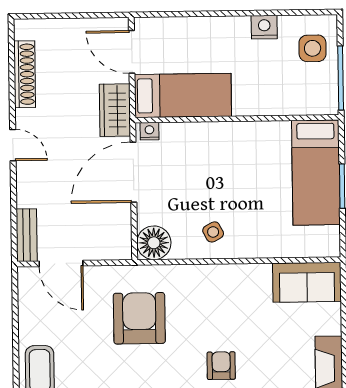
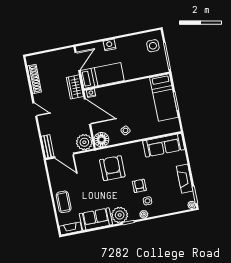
nightstand: (264, 27) -> (109, 45), moved
door: (132, 52) -> (77, 61), swing flipped
door: (133, 172) -> (87, 112), swing flipped
plant: (113, 242) -> (84, 142), added
sofa: (307, 282) -> (164, 145), width x1.36
armchair: (139, 318) -> (112, 168), moved

